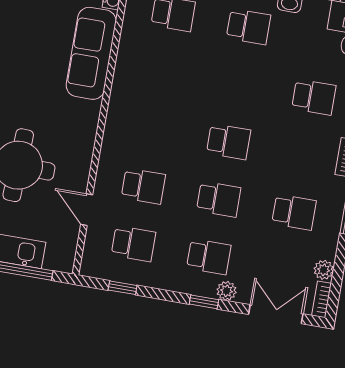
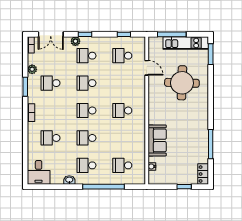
sofa: (91, 53) -> (157, 140), width x0.73
school desk: (239, 84) -> (86, 138), added
school desk: (143, 186) -> (122, 111), moved
plant: (324, 270) -> (32, 69), moved

